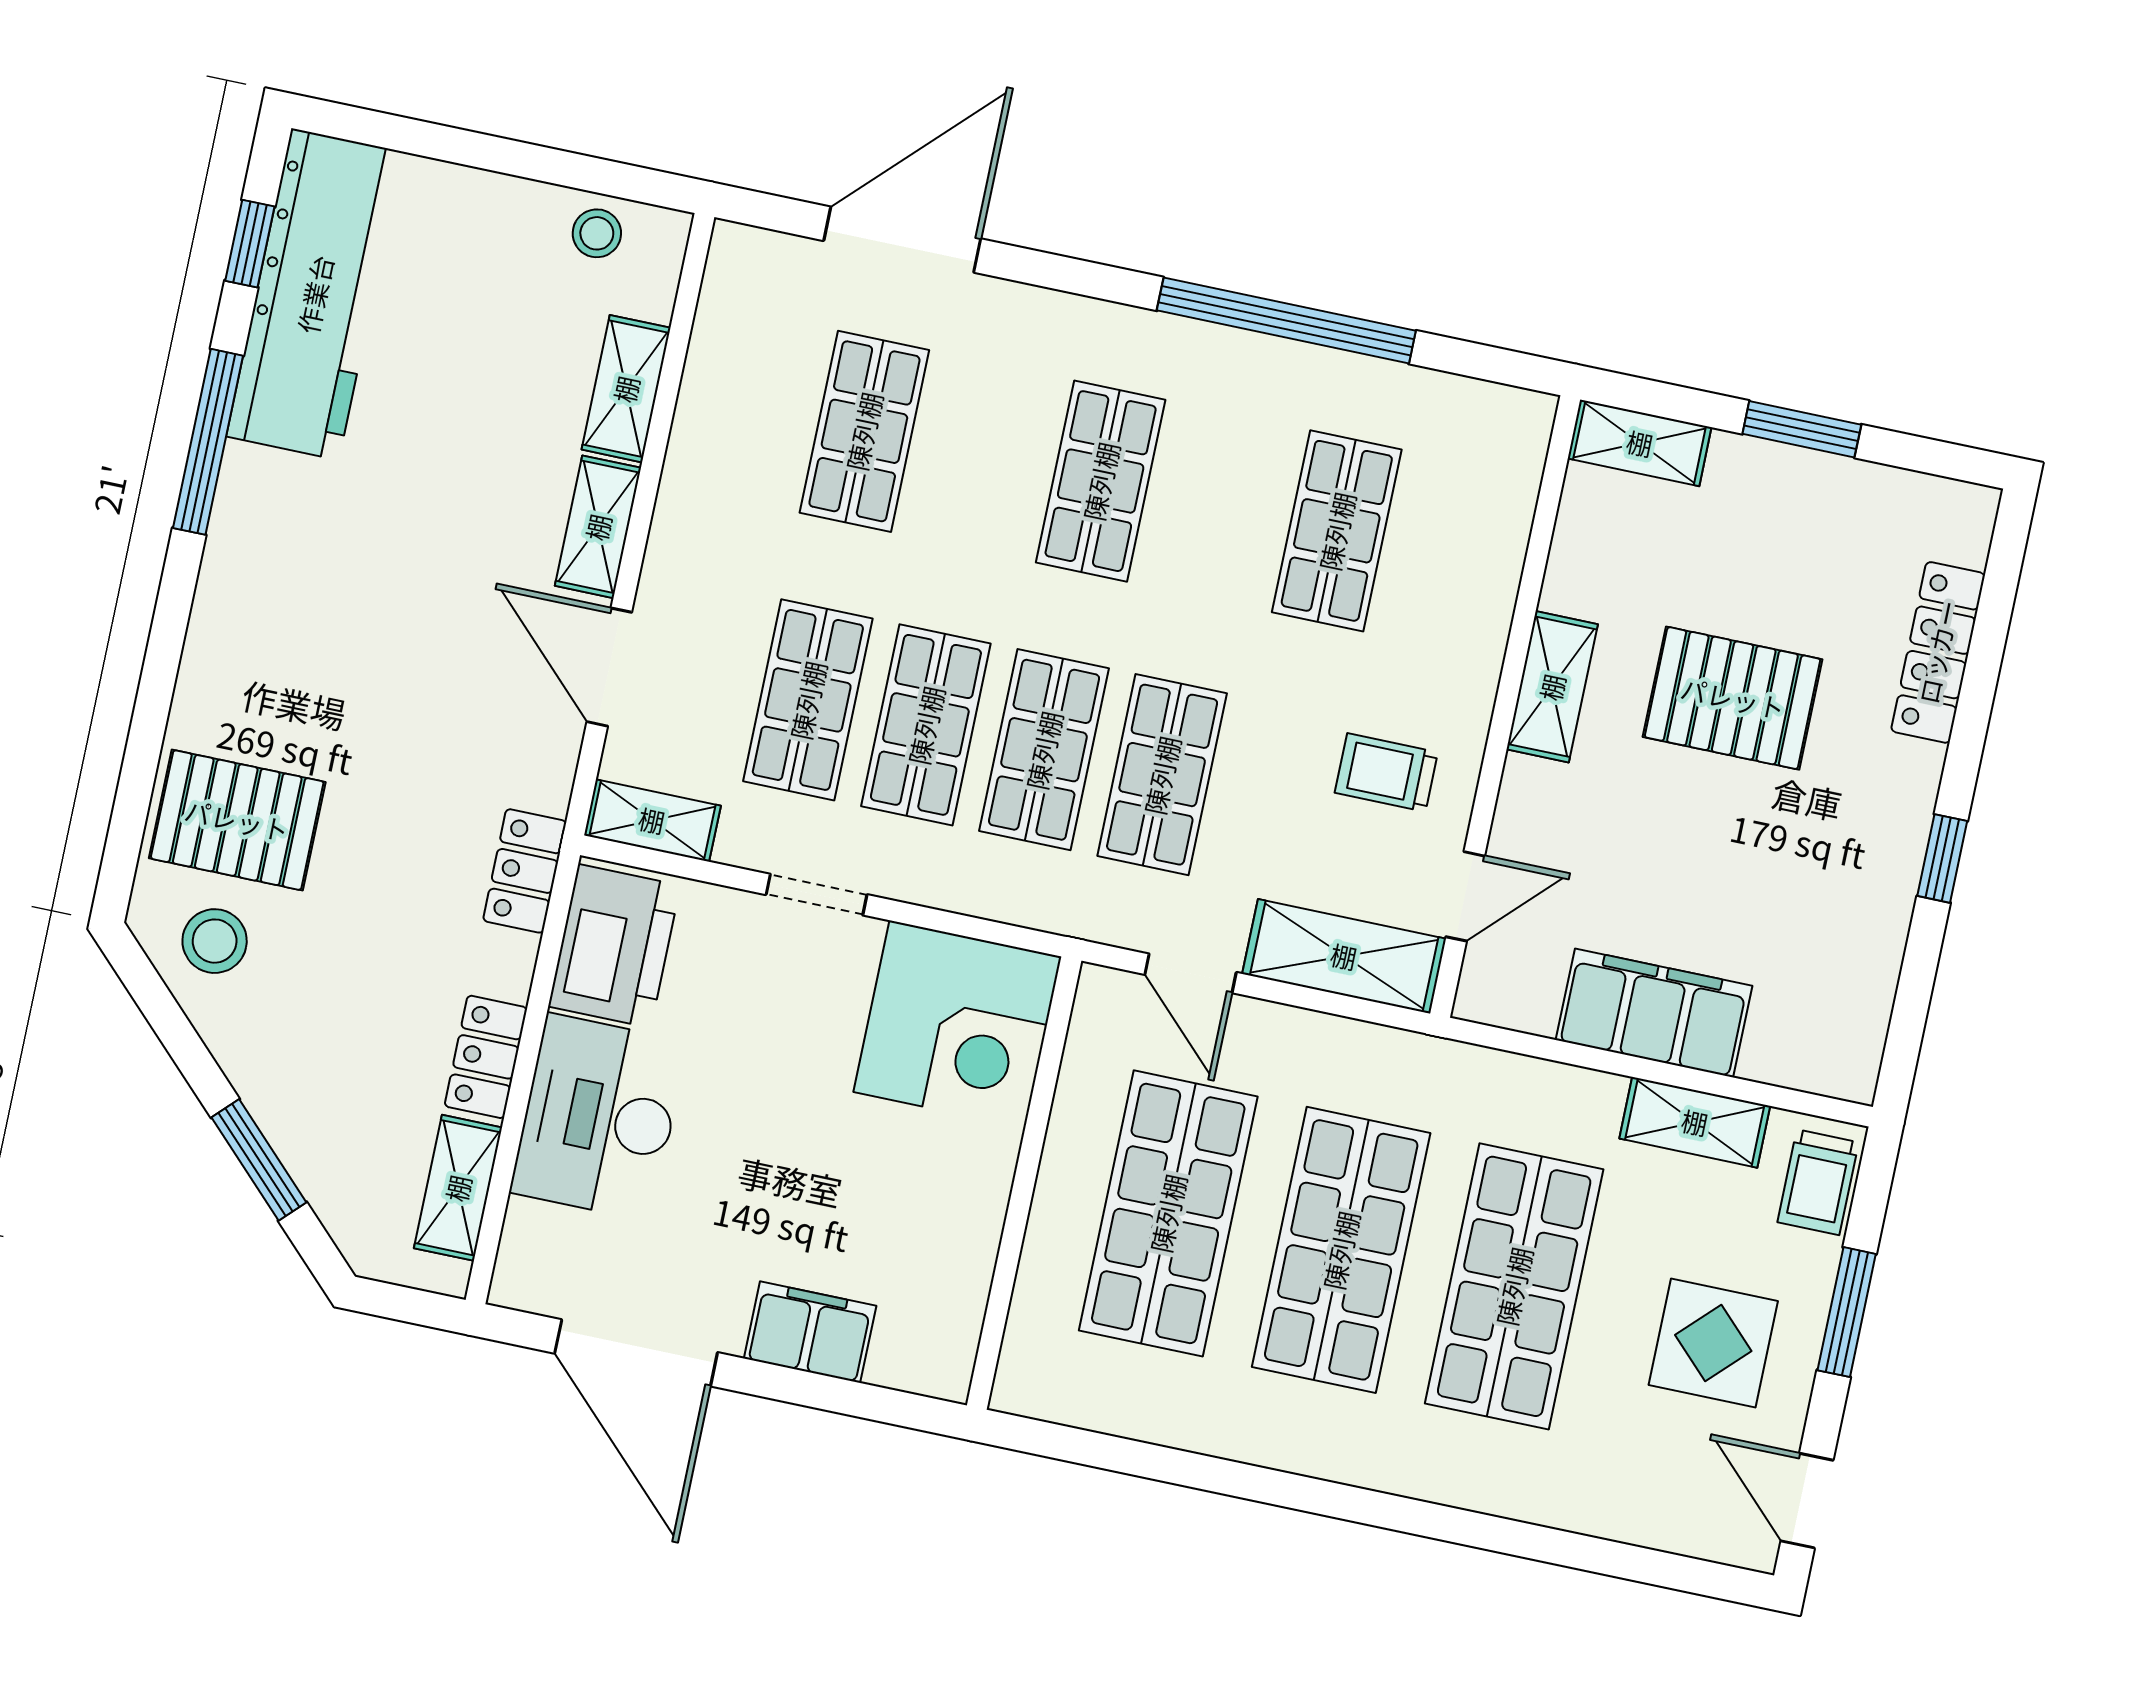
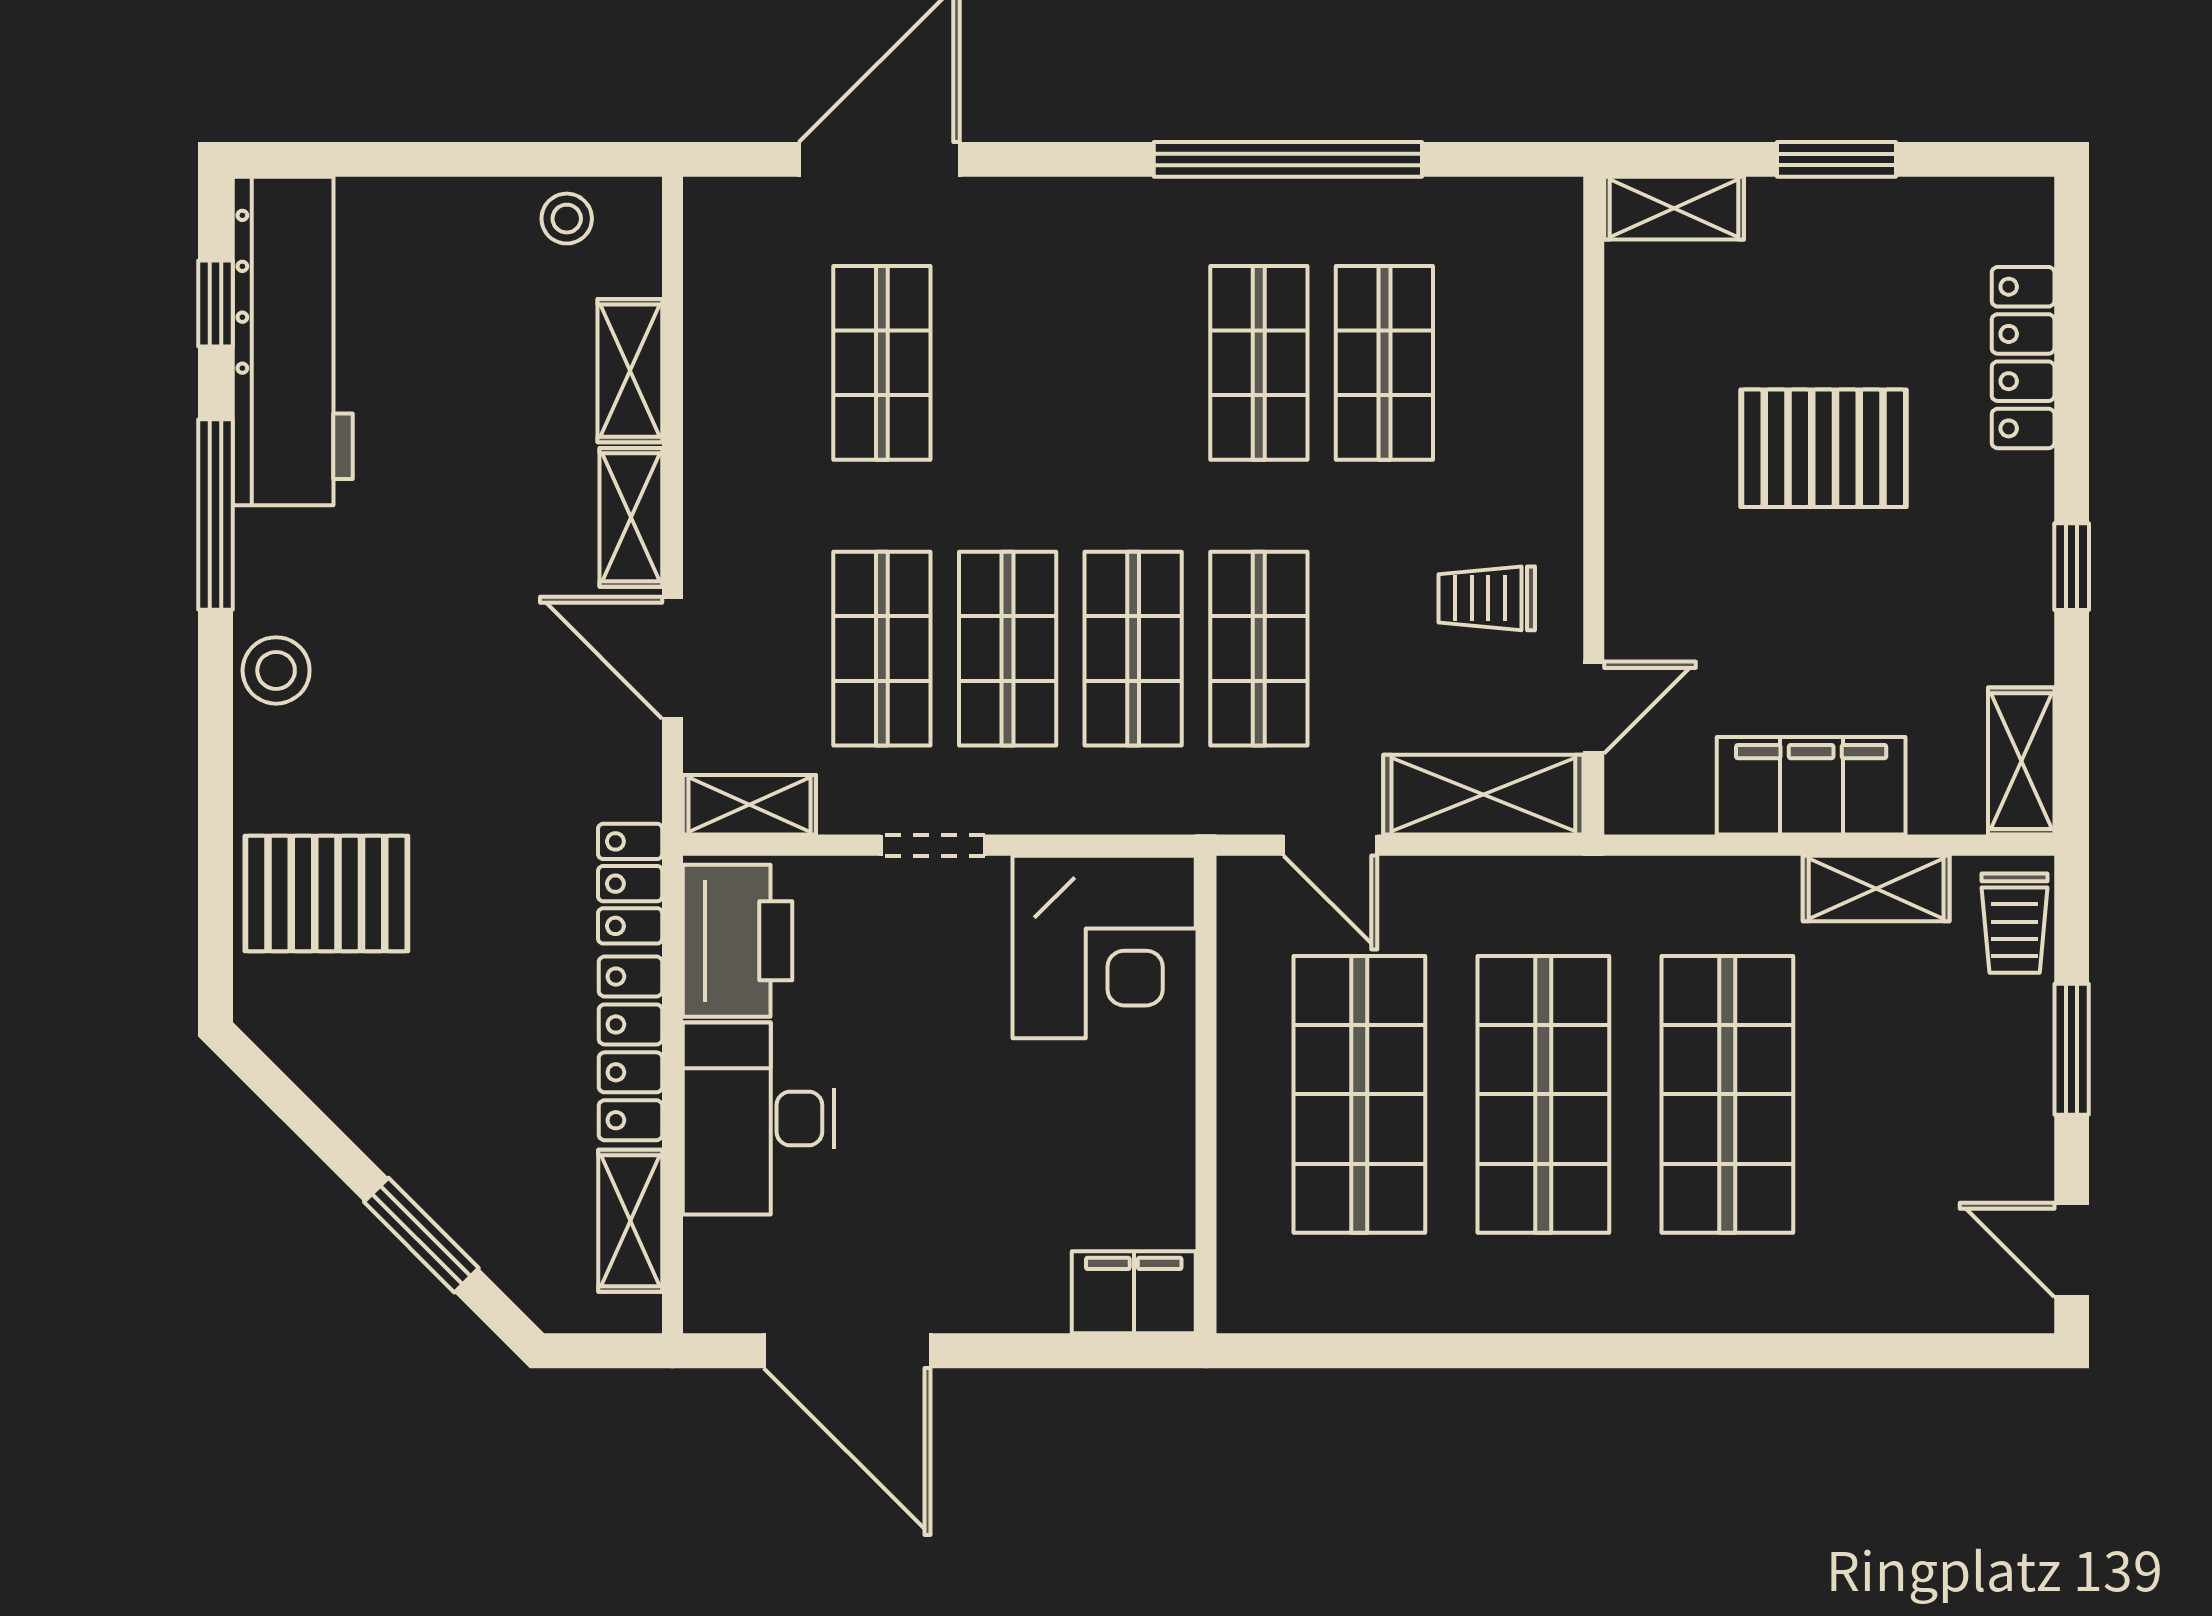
shop shelf: (1101, 481) -> (1259, 363), moved
shelving: (1552, 687) -> (2021, 761), moved
stool: (215, 941) -> (276, 670), moved
locker: (486, 1057) -> (630, 1048), width x1.53
filing cabinet: (810, 1332) -> (1134, 1292), moved
display table: (1713, 1343) -> (1942, 1109), removed

